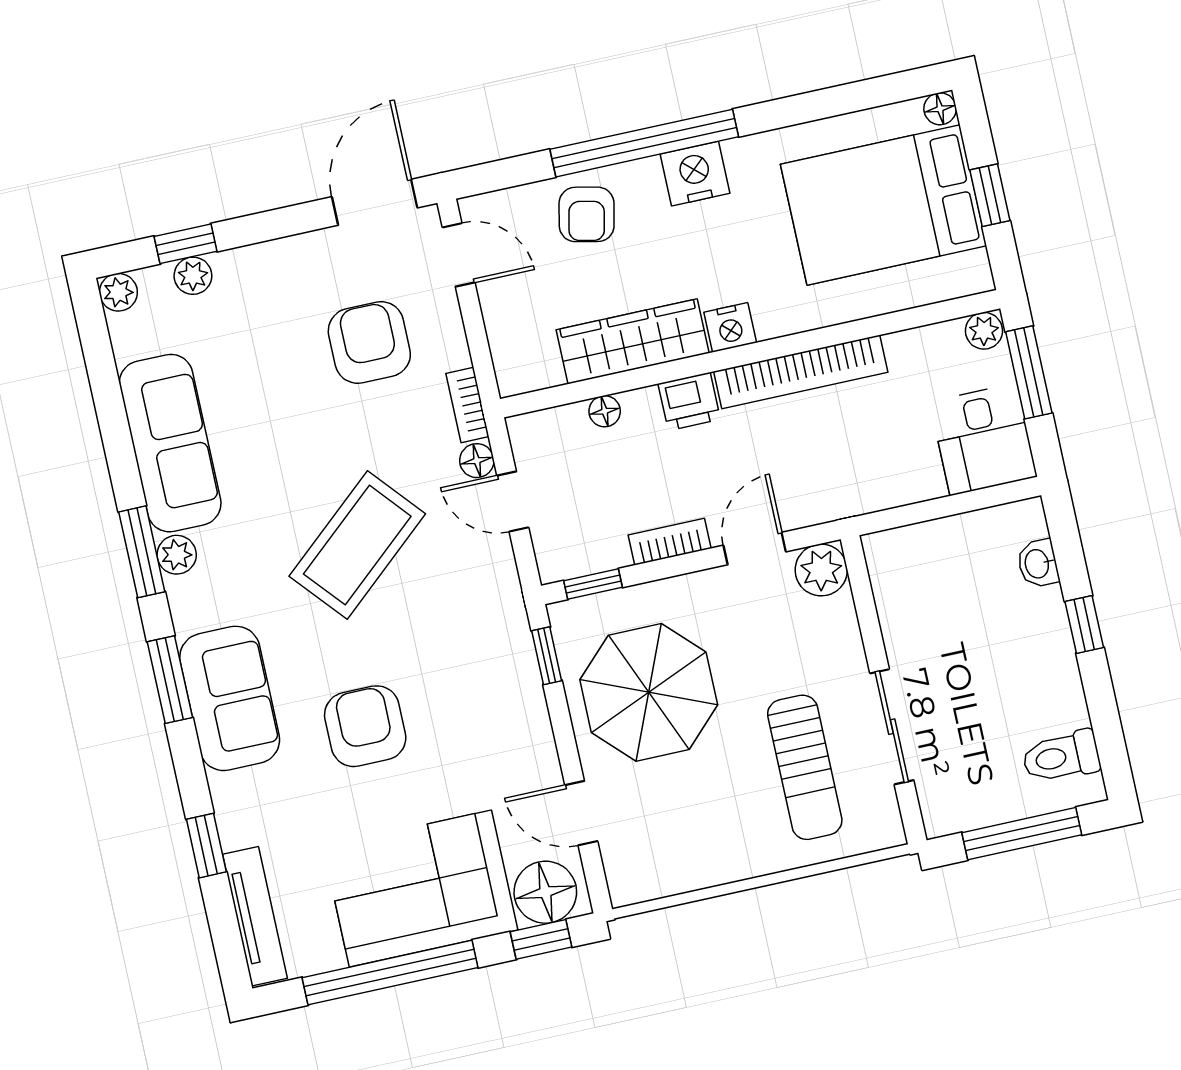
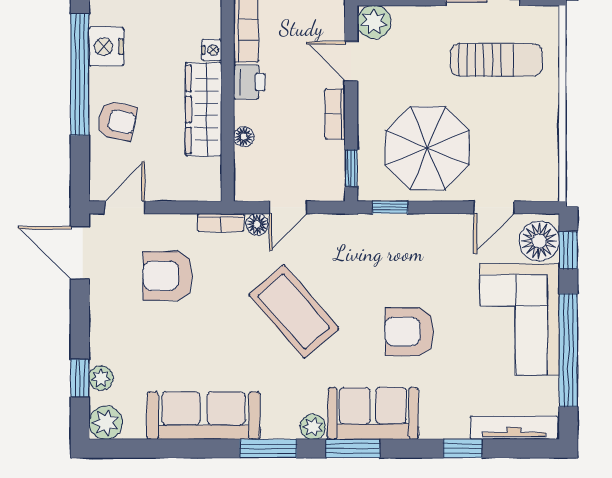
plant: (118, 292) -> (106, 423), width x1.38, depth x1.38
nightstand: (730, 327) -> (212, 50), width x0.72, depth x0.74
plant: (177, 555) -> (313, 427), moved

